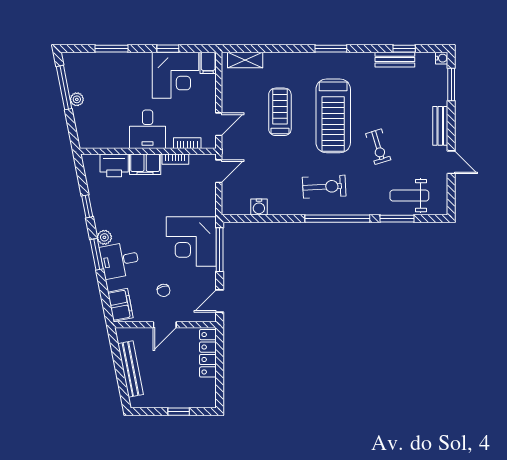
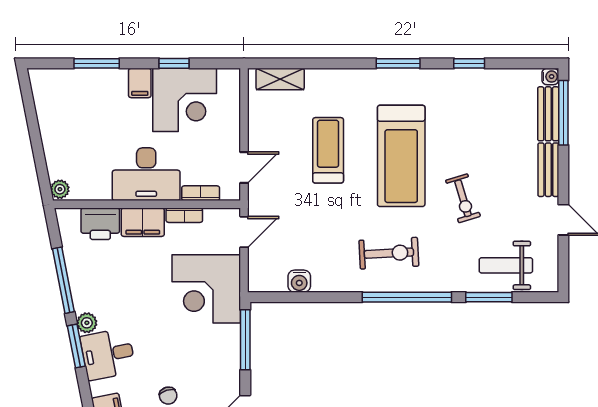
window: (404, 49) -> (469, 63), moved
bench: (395, 60) -> (548, 114), moved, turned 90
filing cabinet: (208, 63) -> (140, 83), moved
window: (451, 85) -> (563, 113), width x1.44
window: (64, 88) -> (31, 117), removed
plant: (77, 99) -> (60, 189), moved
desk: (148, 129) -> (146, 174), width x1.37
window: (87, 206) -> (63, 280), width x2.17
corner desk: (191, 241) -> (206, 289), moved

